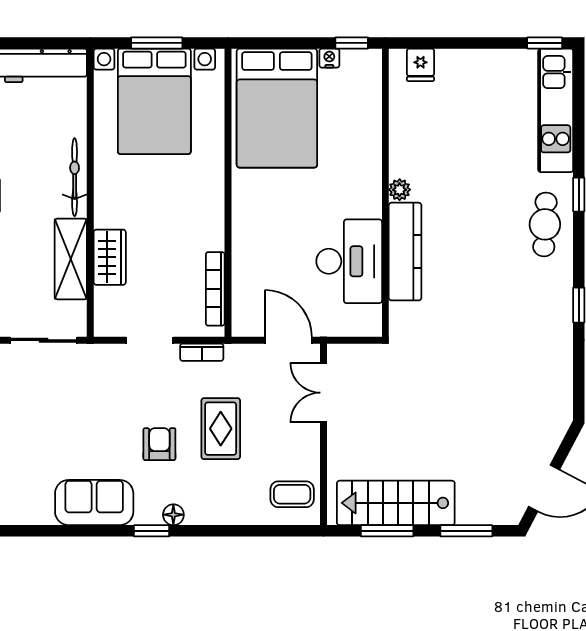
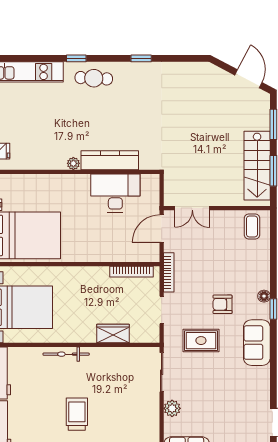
shelving: (71, 259) -> (114, 356), removed
bookcase: (202, 352) -> (169, 272), width x1.56
rug: (221, 429) -> (201, 341), moved

